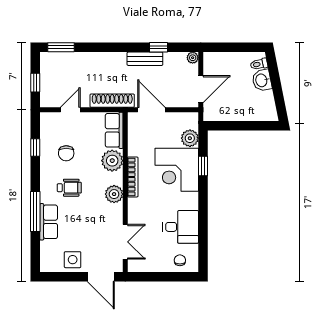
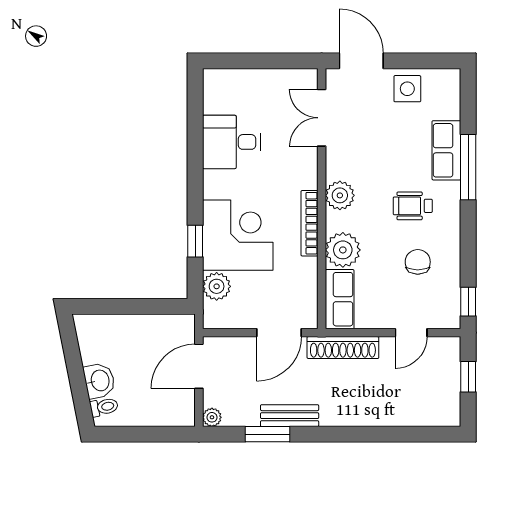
window: (61, 47) -> (426, 434), removed
window: (159, 47) -> (267, 434), width x1.50
door: (151, 110) -> (279, 333), hinge flipped
window: (35, 148) -> (468, 302), moved
chair: (180, 260) -> (233, 88), removed

